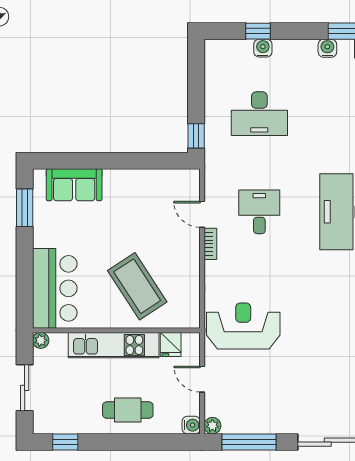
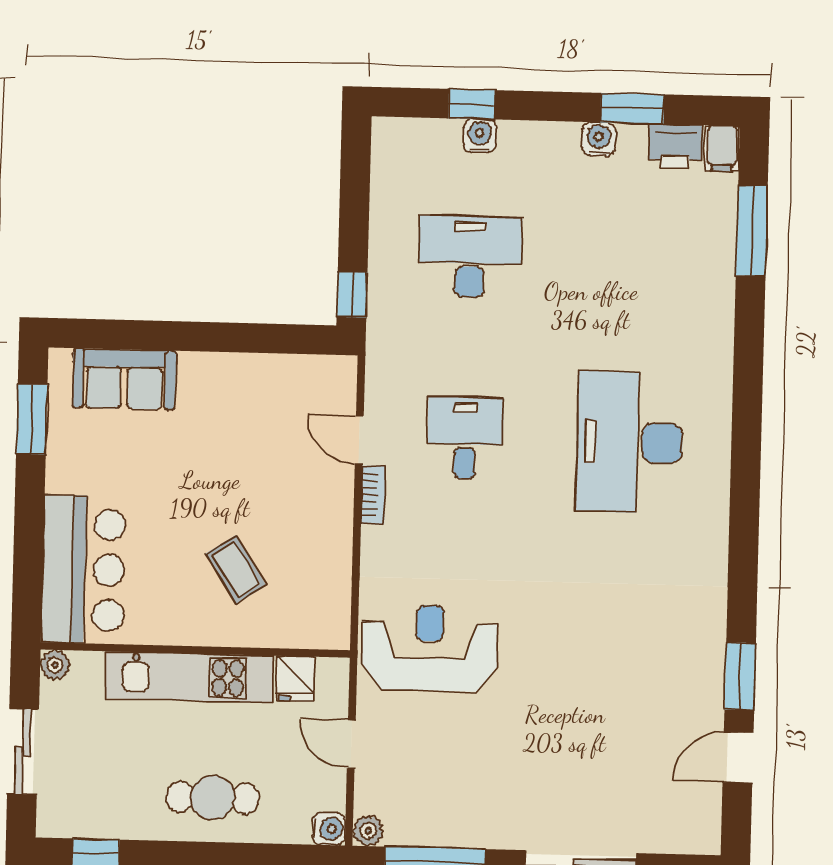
desk: (259, 114) -> (470, 257), turned 180
coffee table: (137, 286) -> (236, 570), width x0.54, depth x0.58

